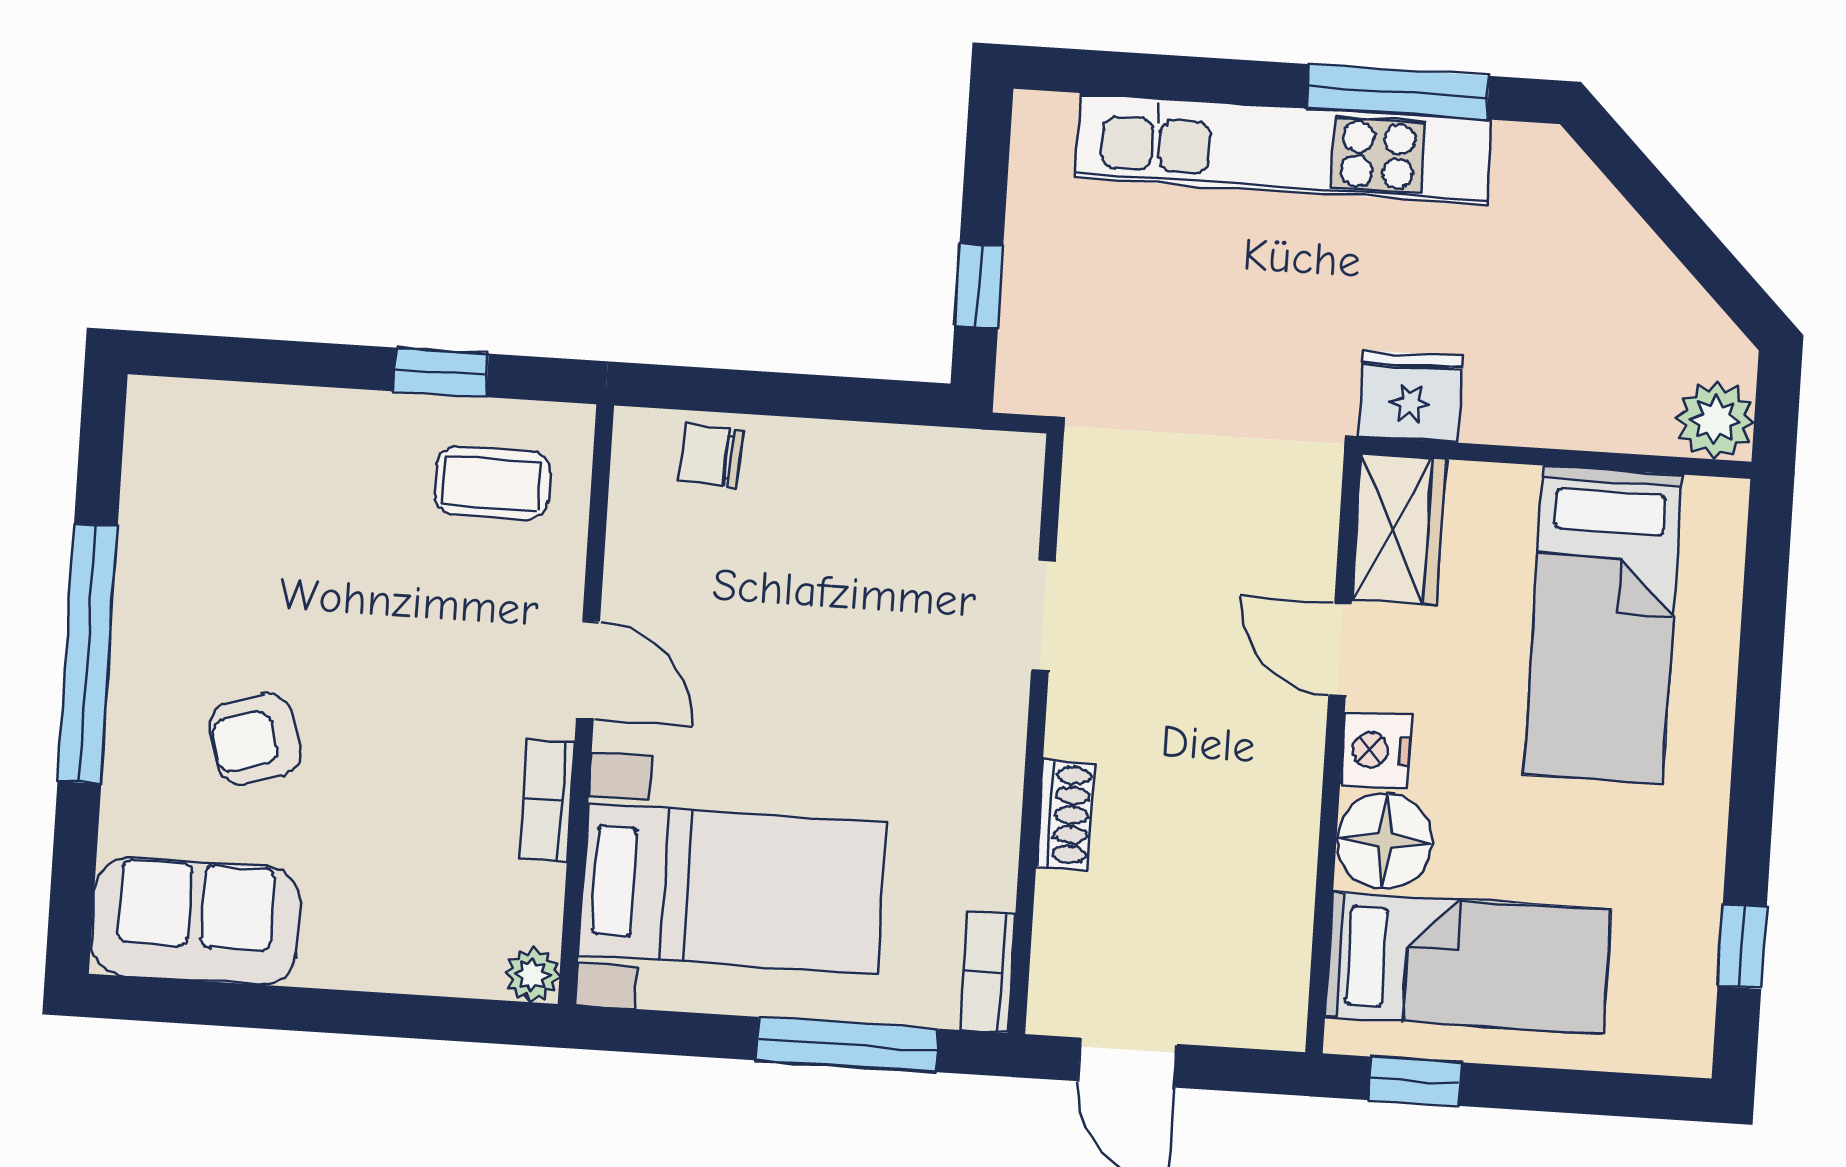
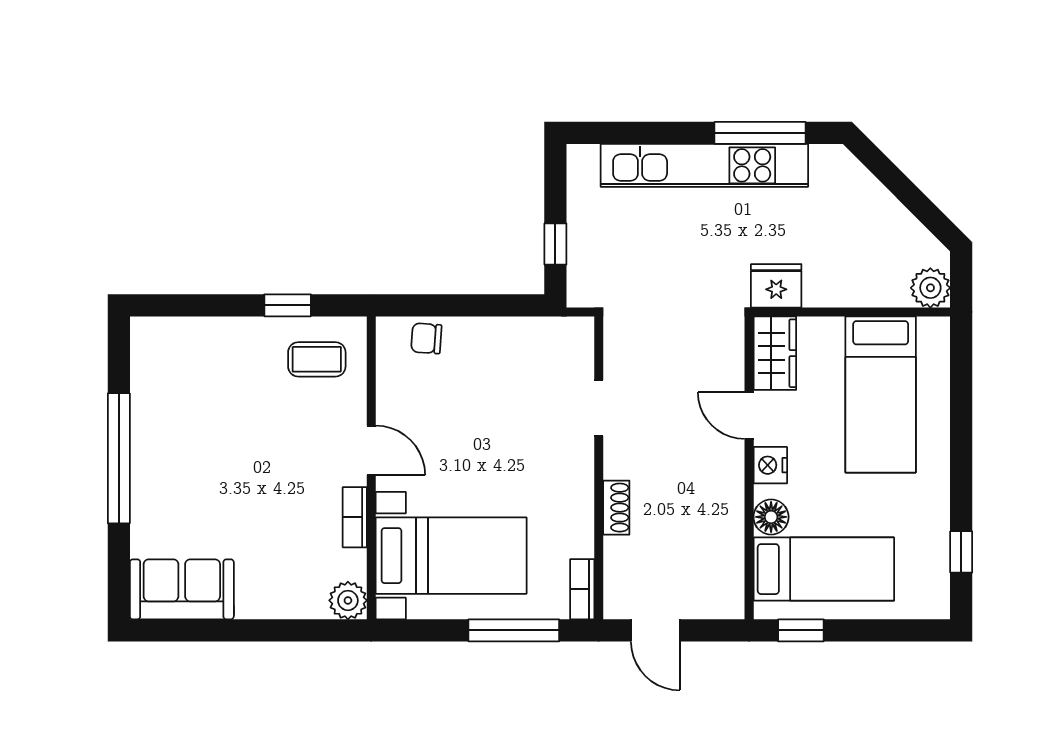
armchair: (255, 739) -> (206, 496), removed
floor lamp: (1384, 841) -> (771, 517), width x0.73, depth x0.73
plant: (532, 975) -> (348, 600), width x1.38, depth x1.38

